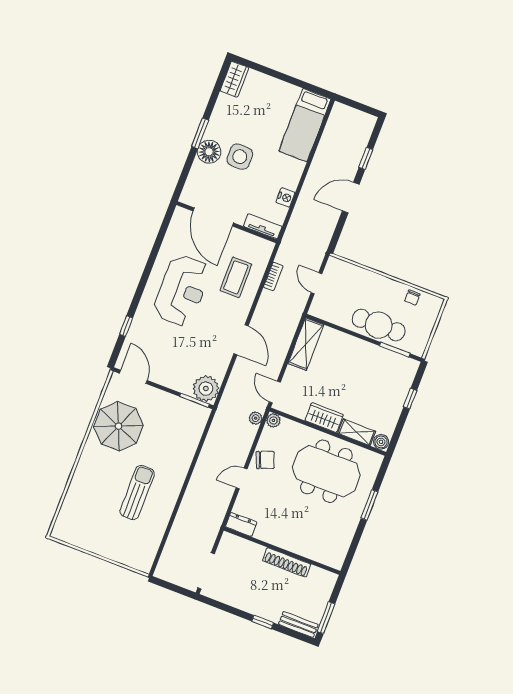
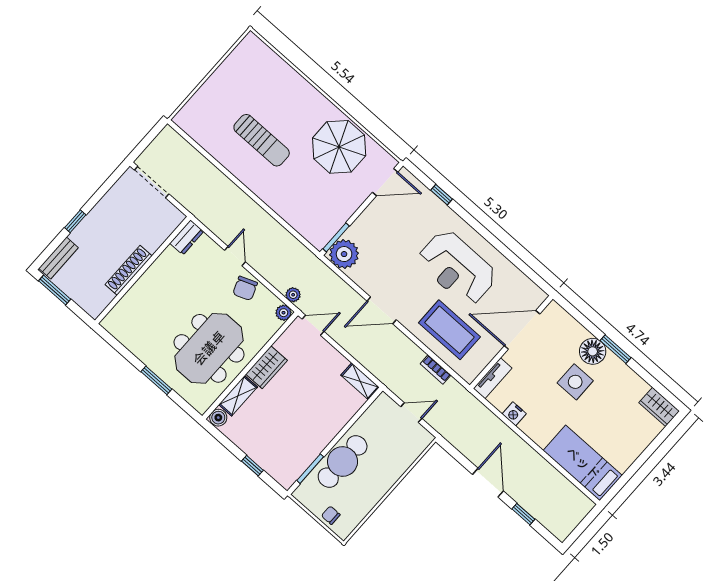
coffee table: (236, 277) -> (449, 330), width x1.36, depth x1.32
chair: (412, 297) -> (331, 515), moved
shelving: (306, 344) -> (360, 381), width x0.67, depth x0.75

